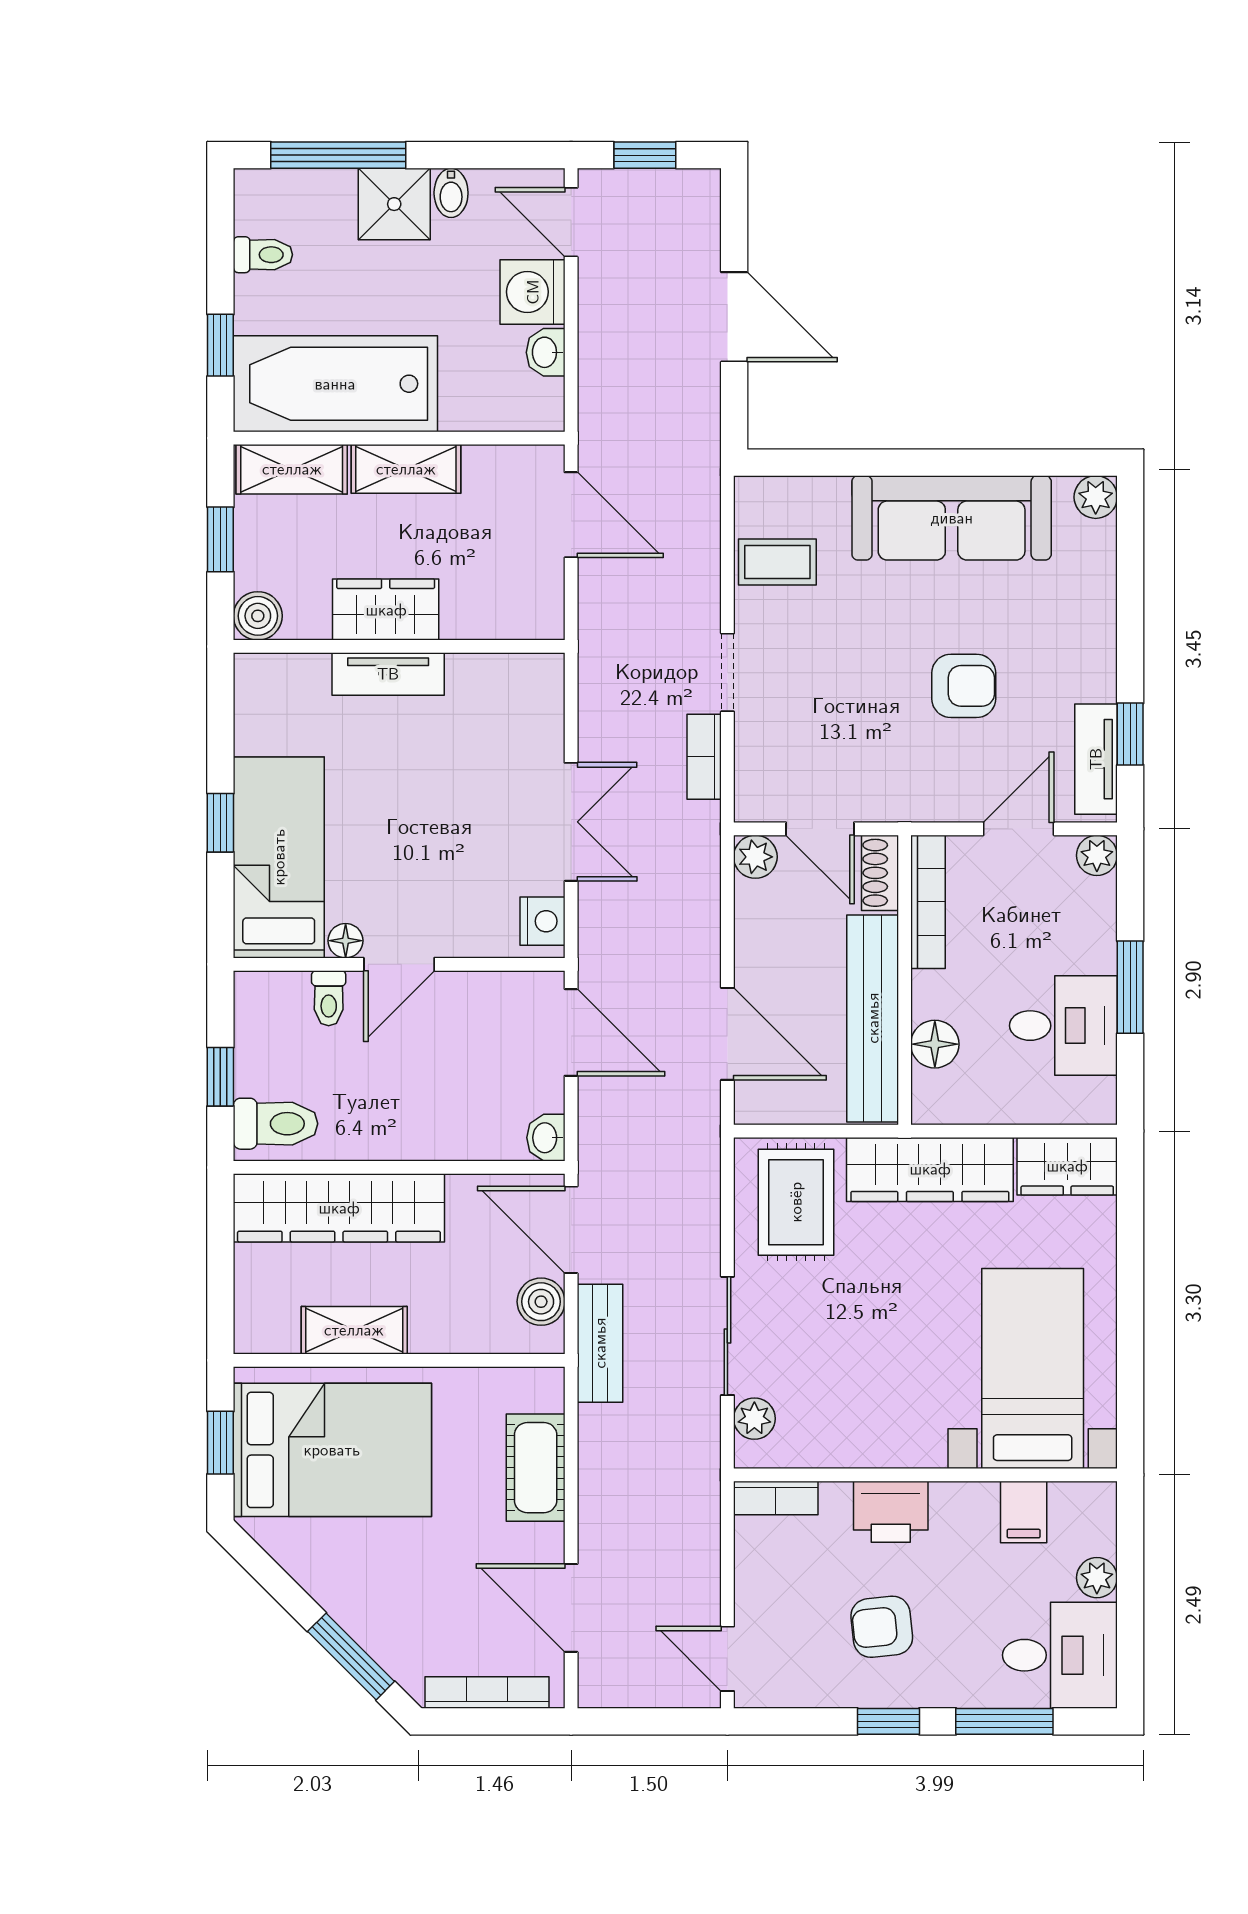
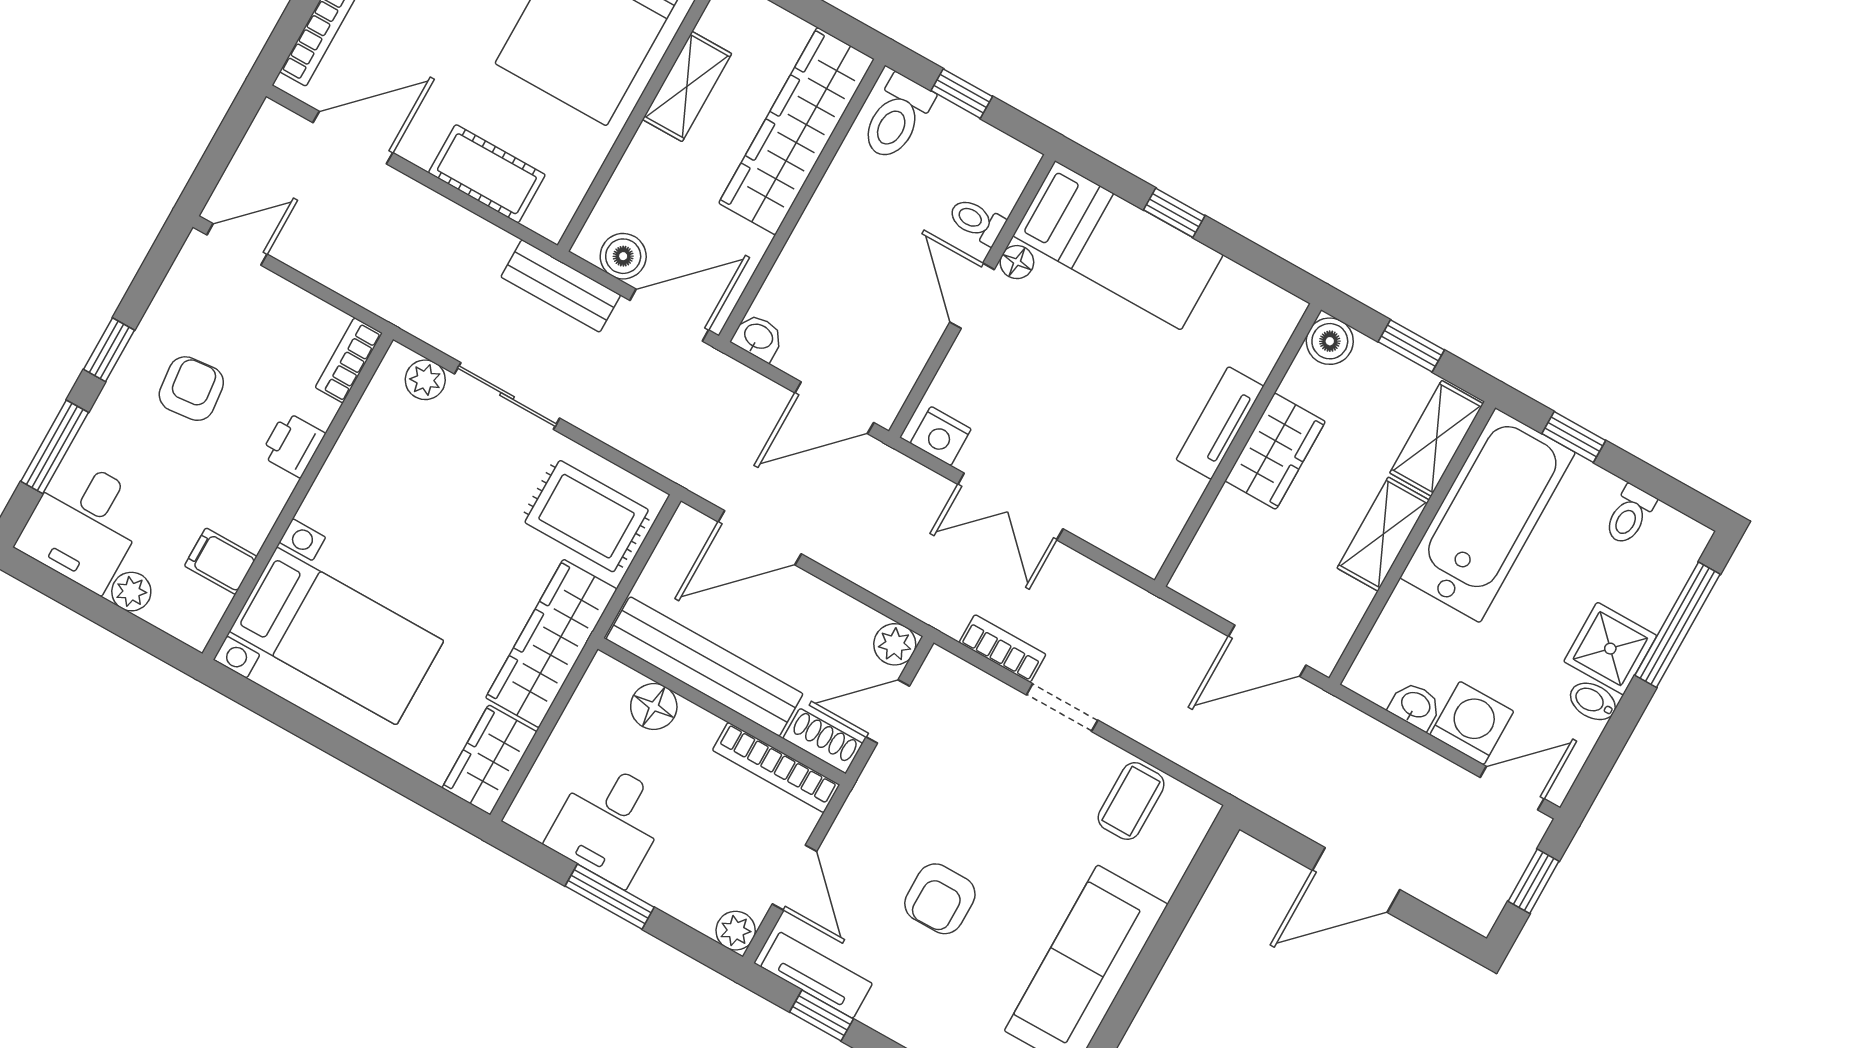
printer: (891, 1512) -> (293, 445), width x0.73, depth x0.81

